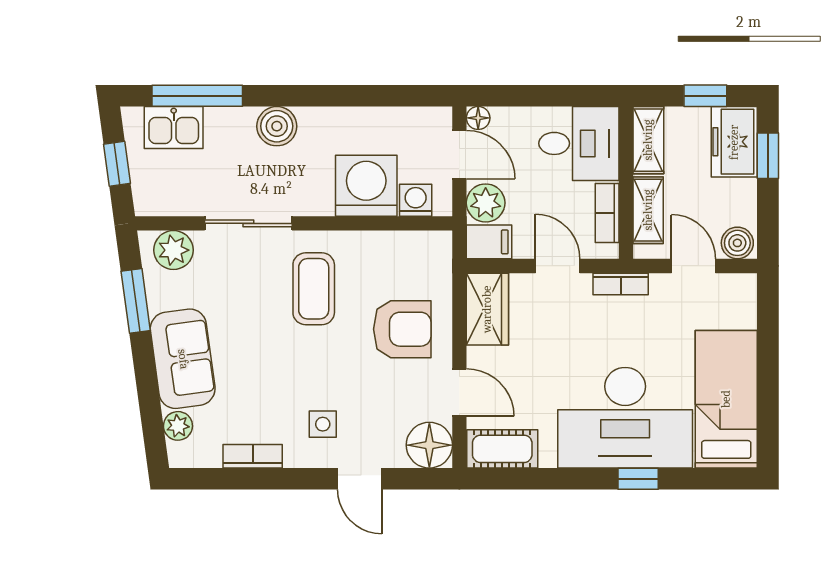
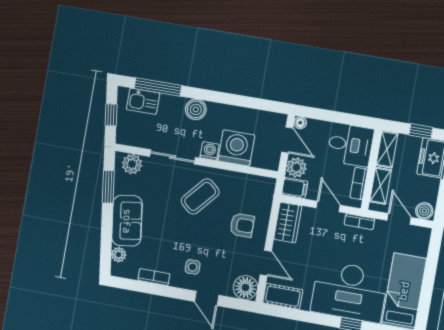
washing machine: (416, 200) -> (210, 151), moved
coffee table: (314, 289) -> (200, 196), turned 41
armchair: (402, 329) -> (242, 225), width x0.72, depth x0.72

